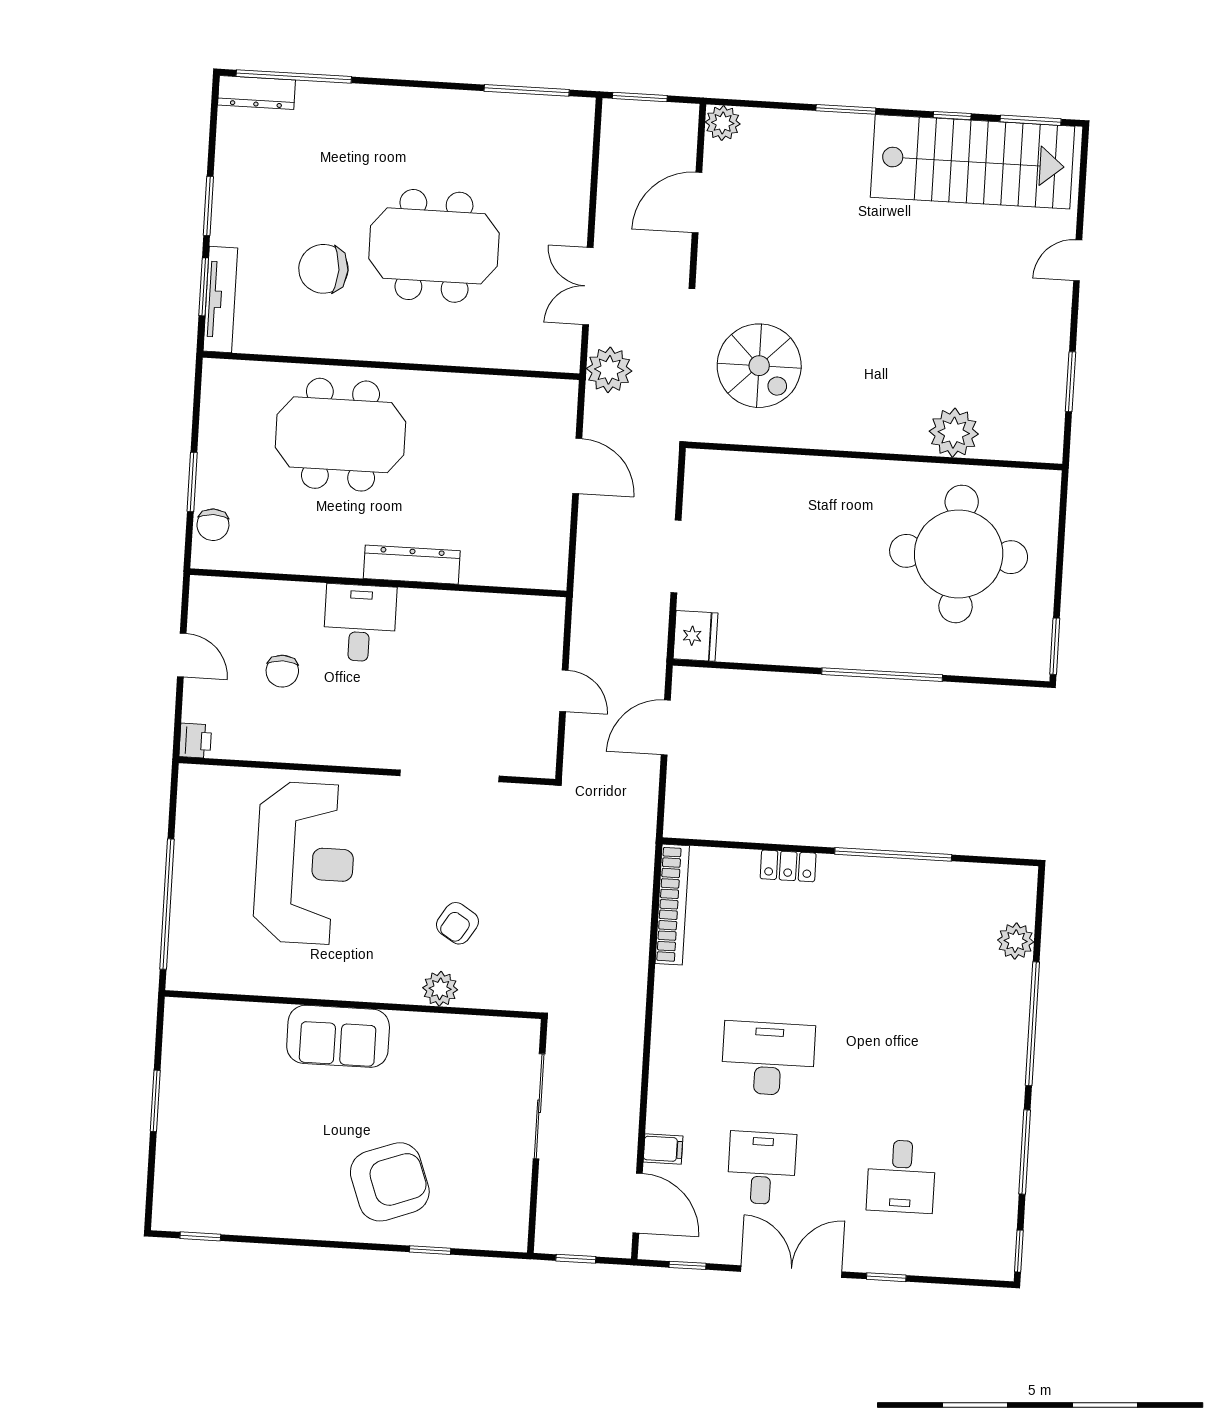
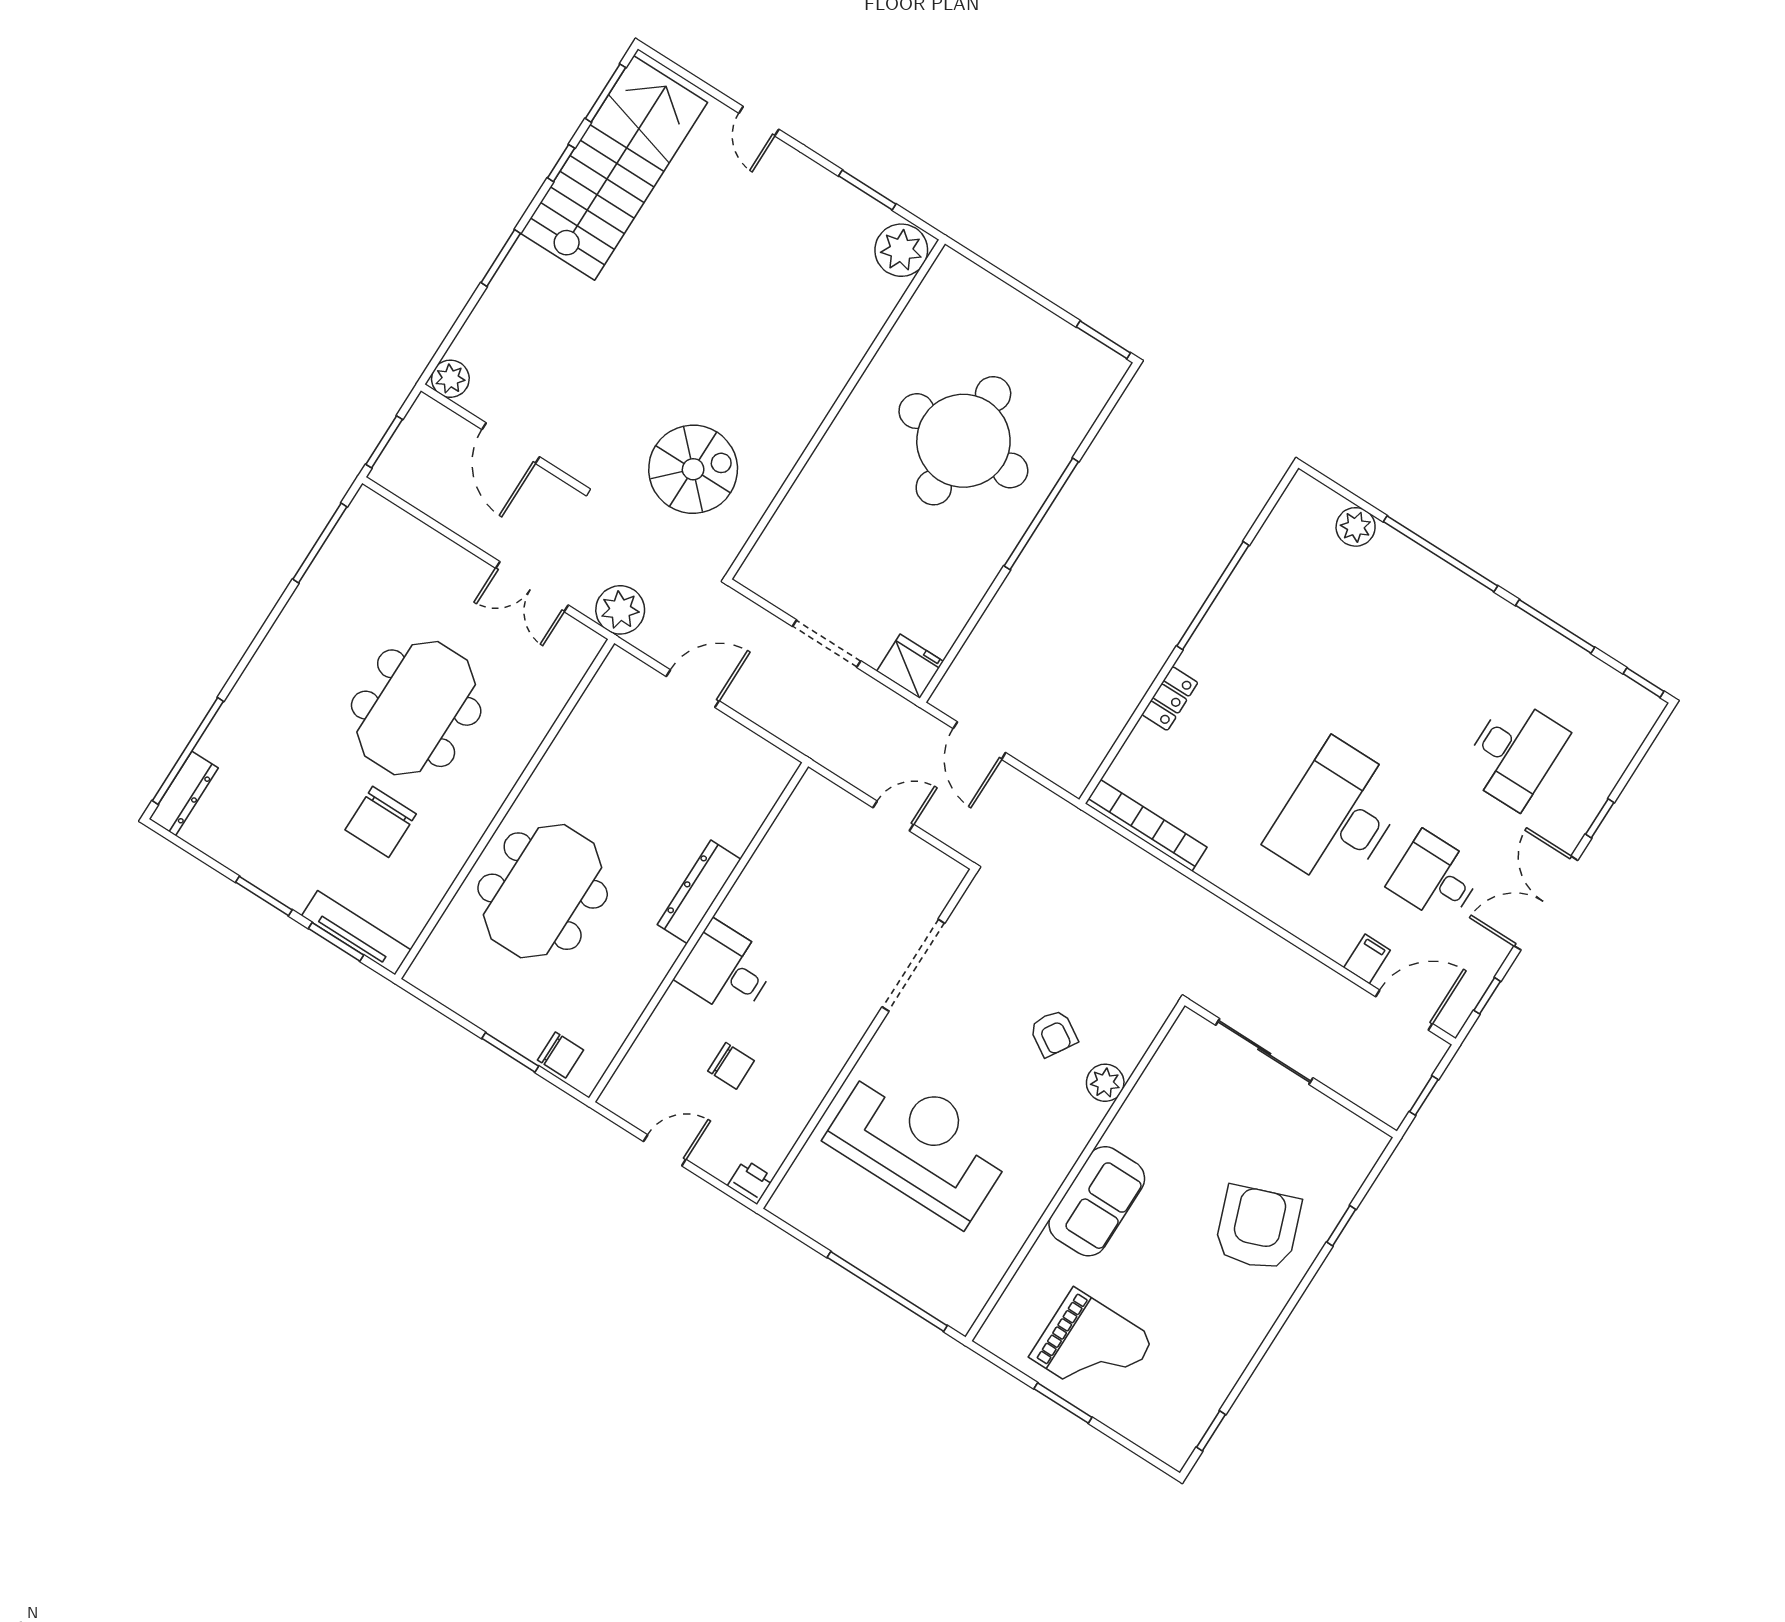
plant: (954, 433) -> (901, 250), moved
round table: (959, 554) -> (963, 441), moved
desk: (768, 1059) -> (1337, 815), width x1.36, depth x1.30
grand piano: (214, 1099) -> (1092, 1348), added
desk: (901, 1176) -> (1514, 753), width x1.37

